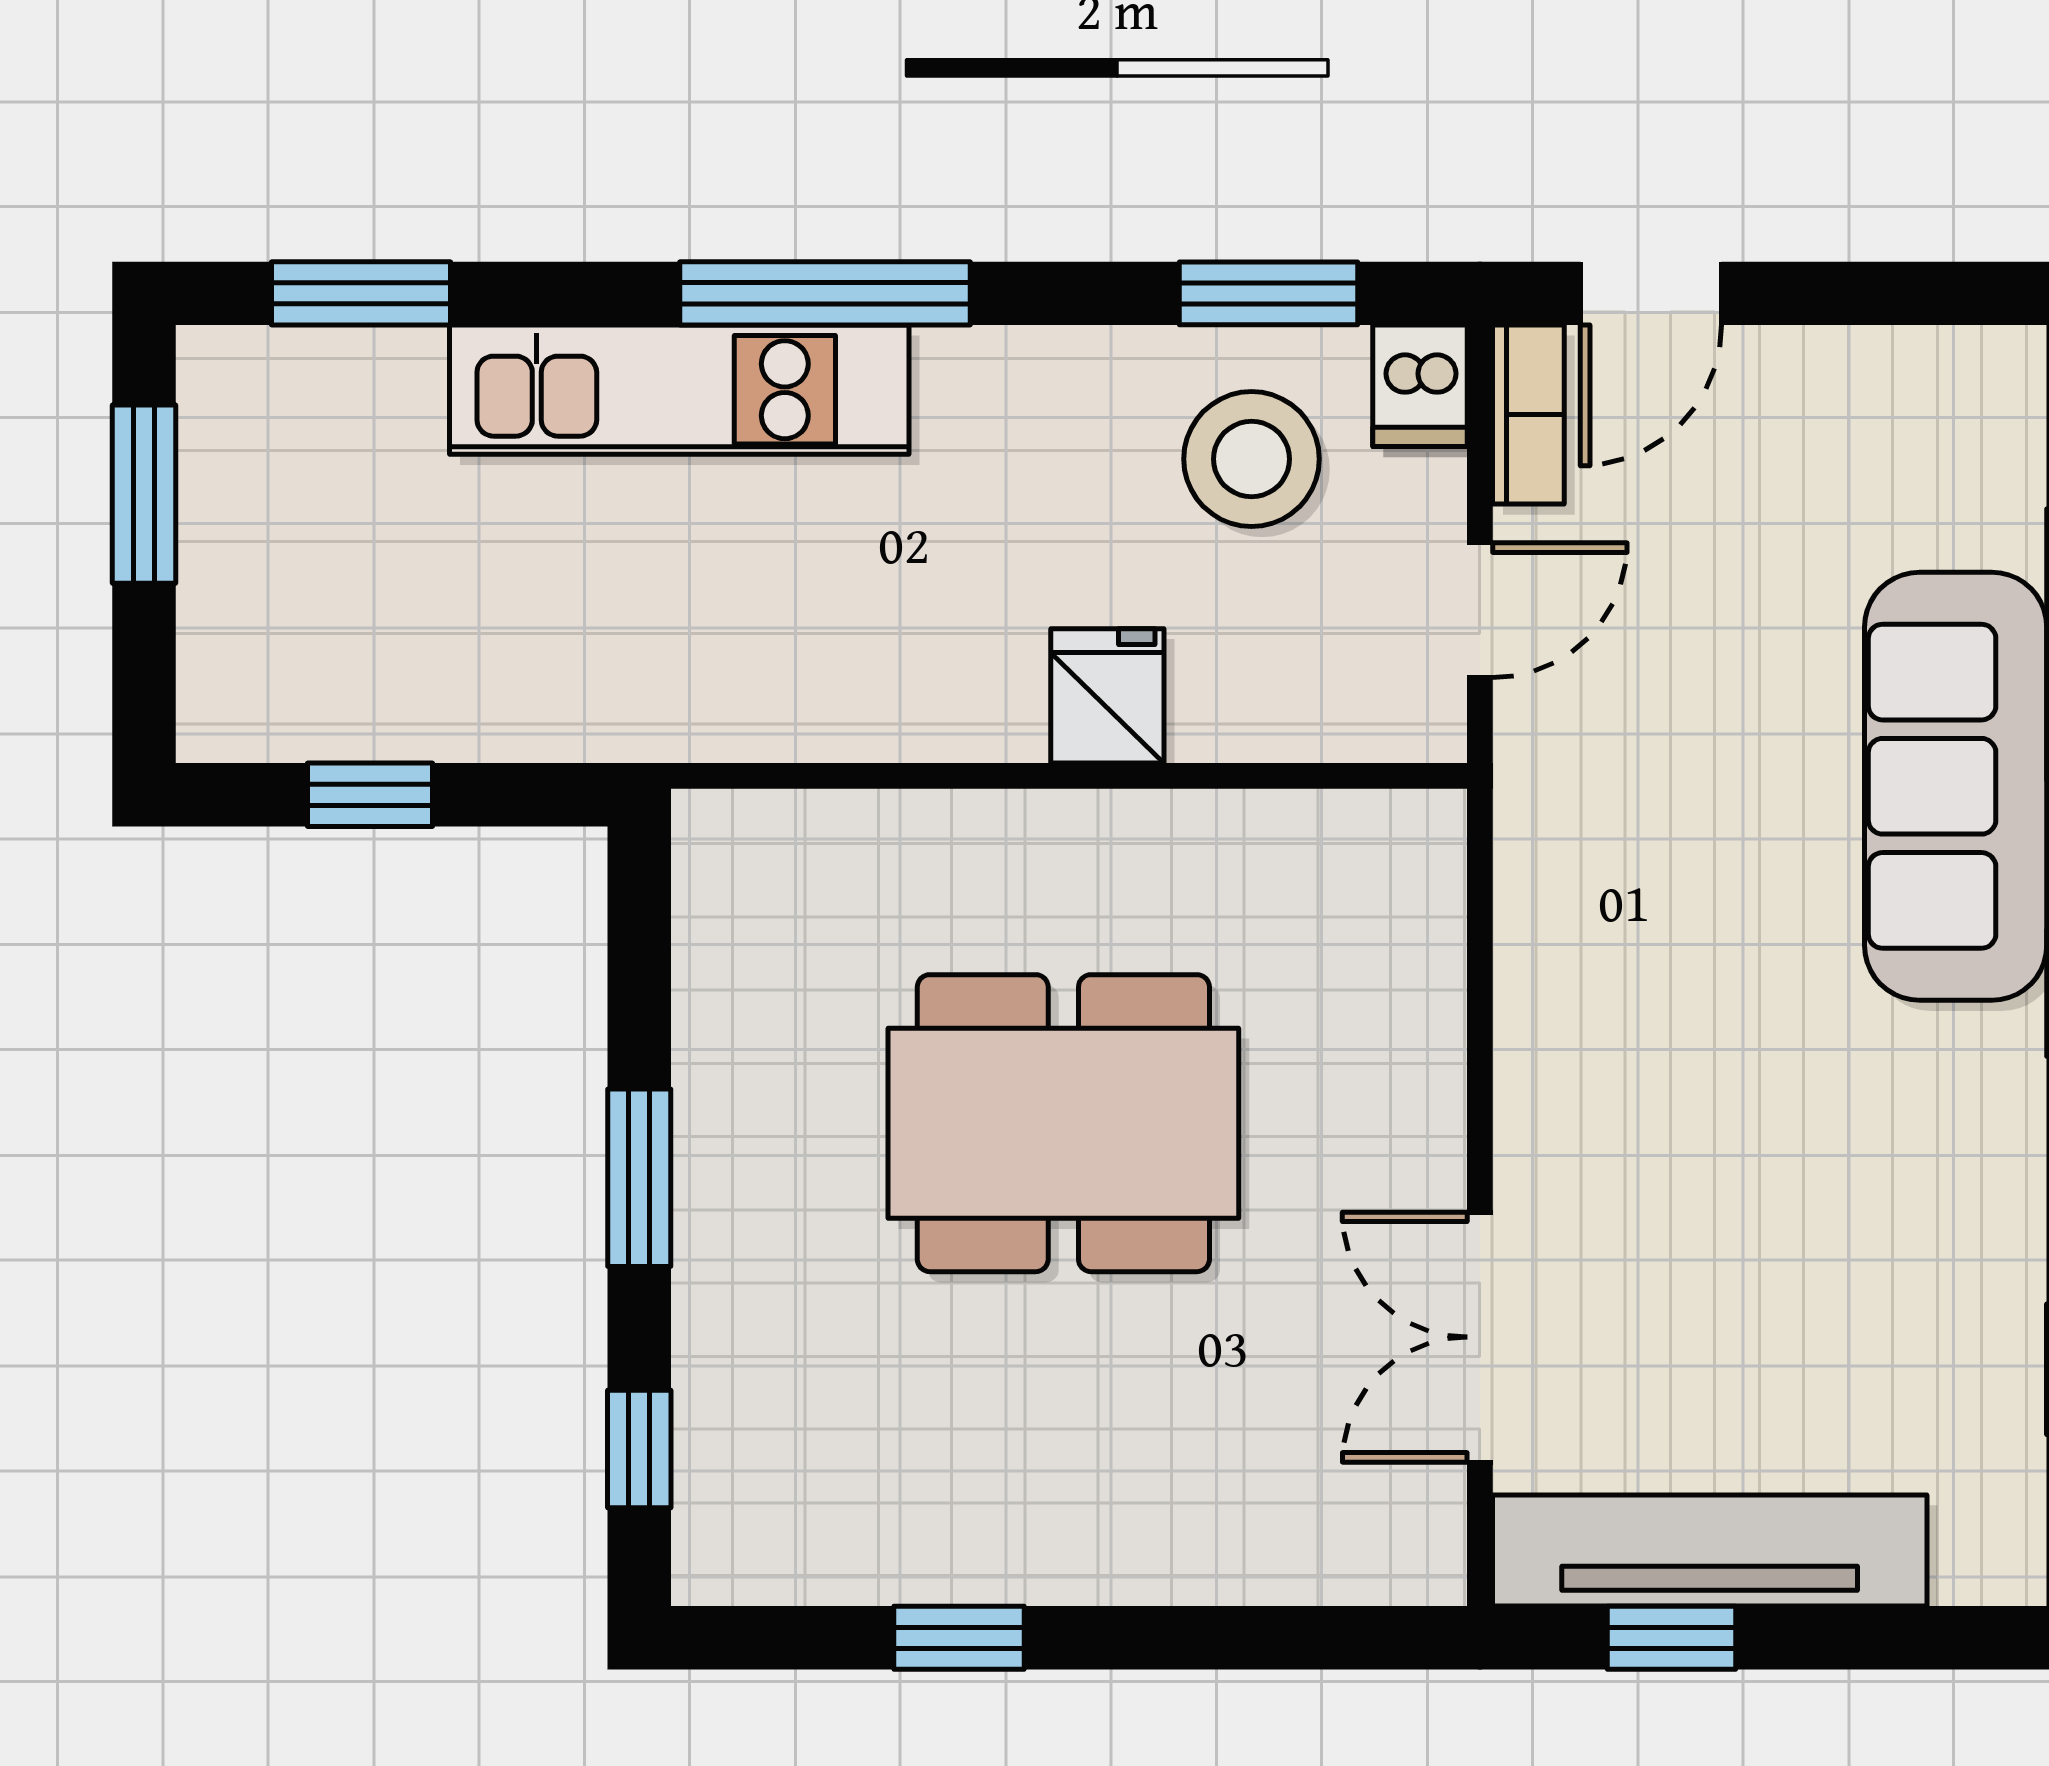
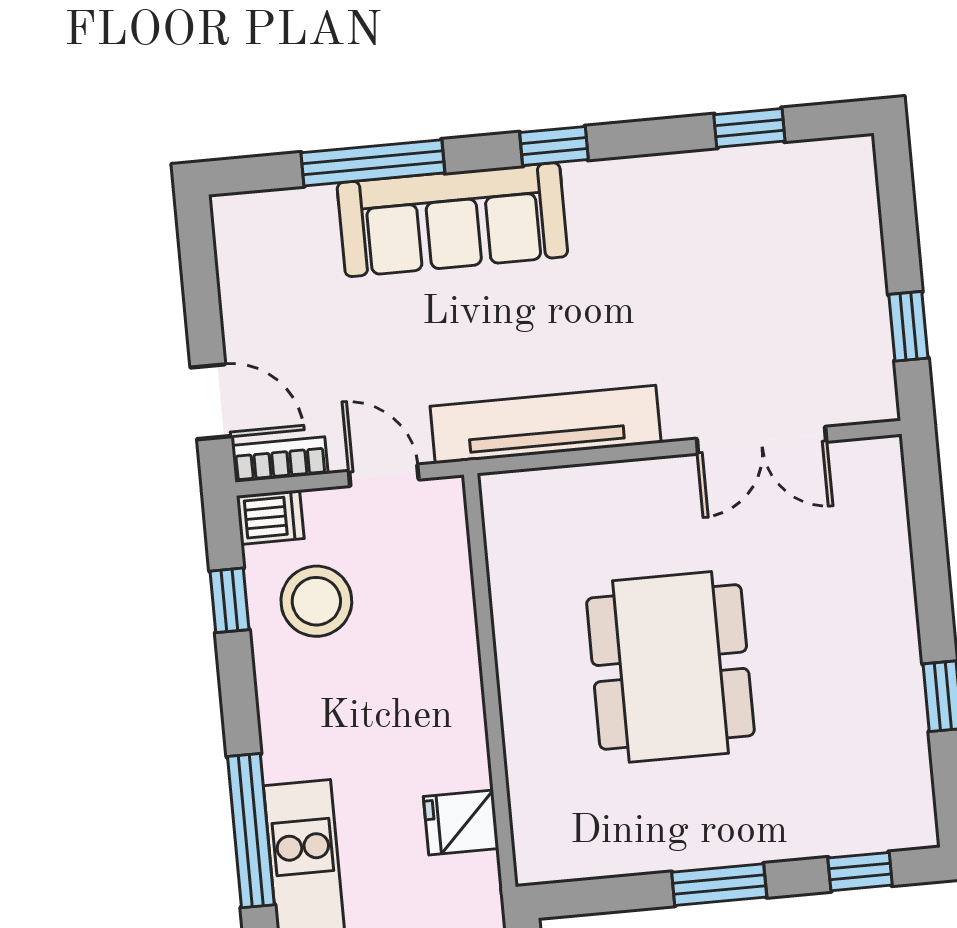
window: (1268, 293) -> (230, 600), width x0.67
fridge: (1107, 696) -> (461, 823), moved
tv unit: (1710, 1550) -> (546, 425), moved, turned 90

